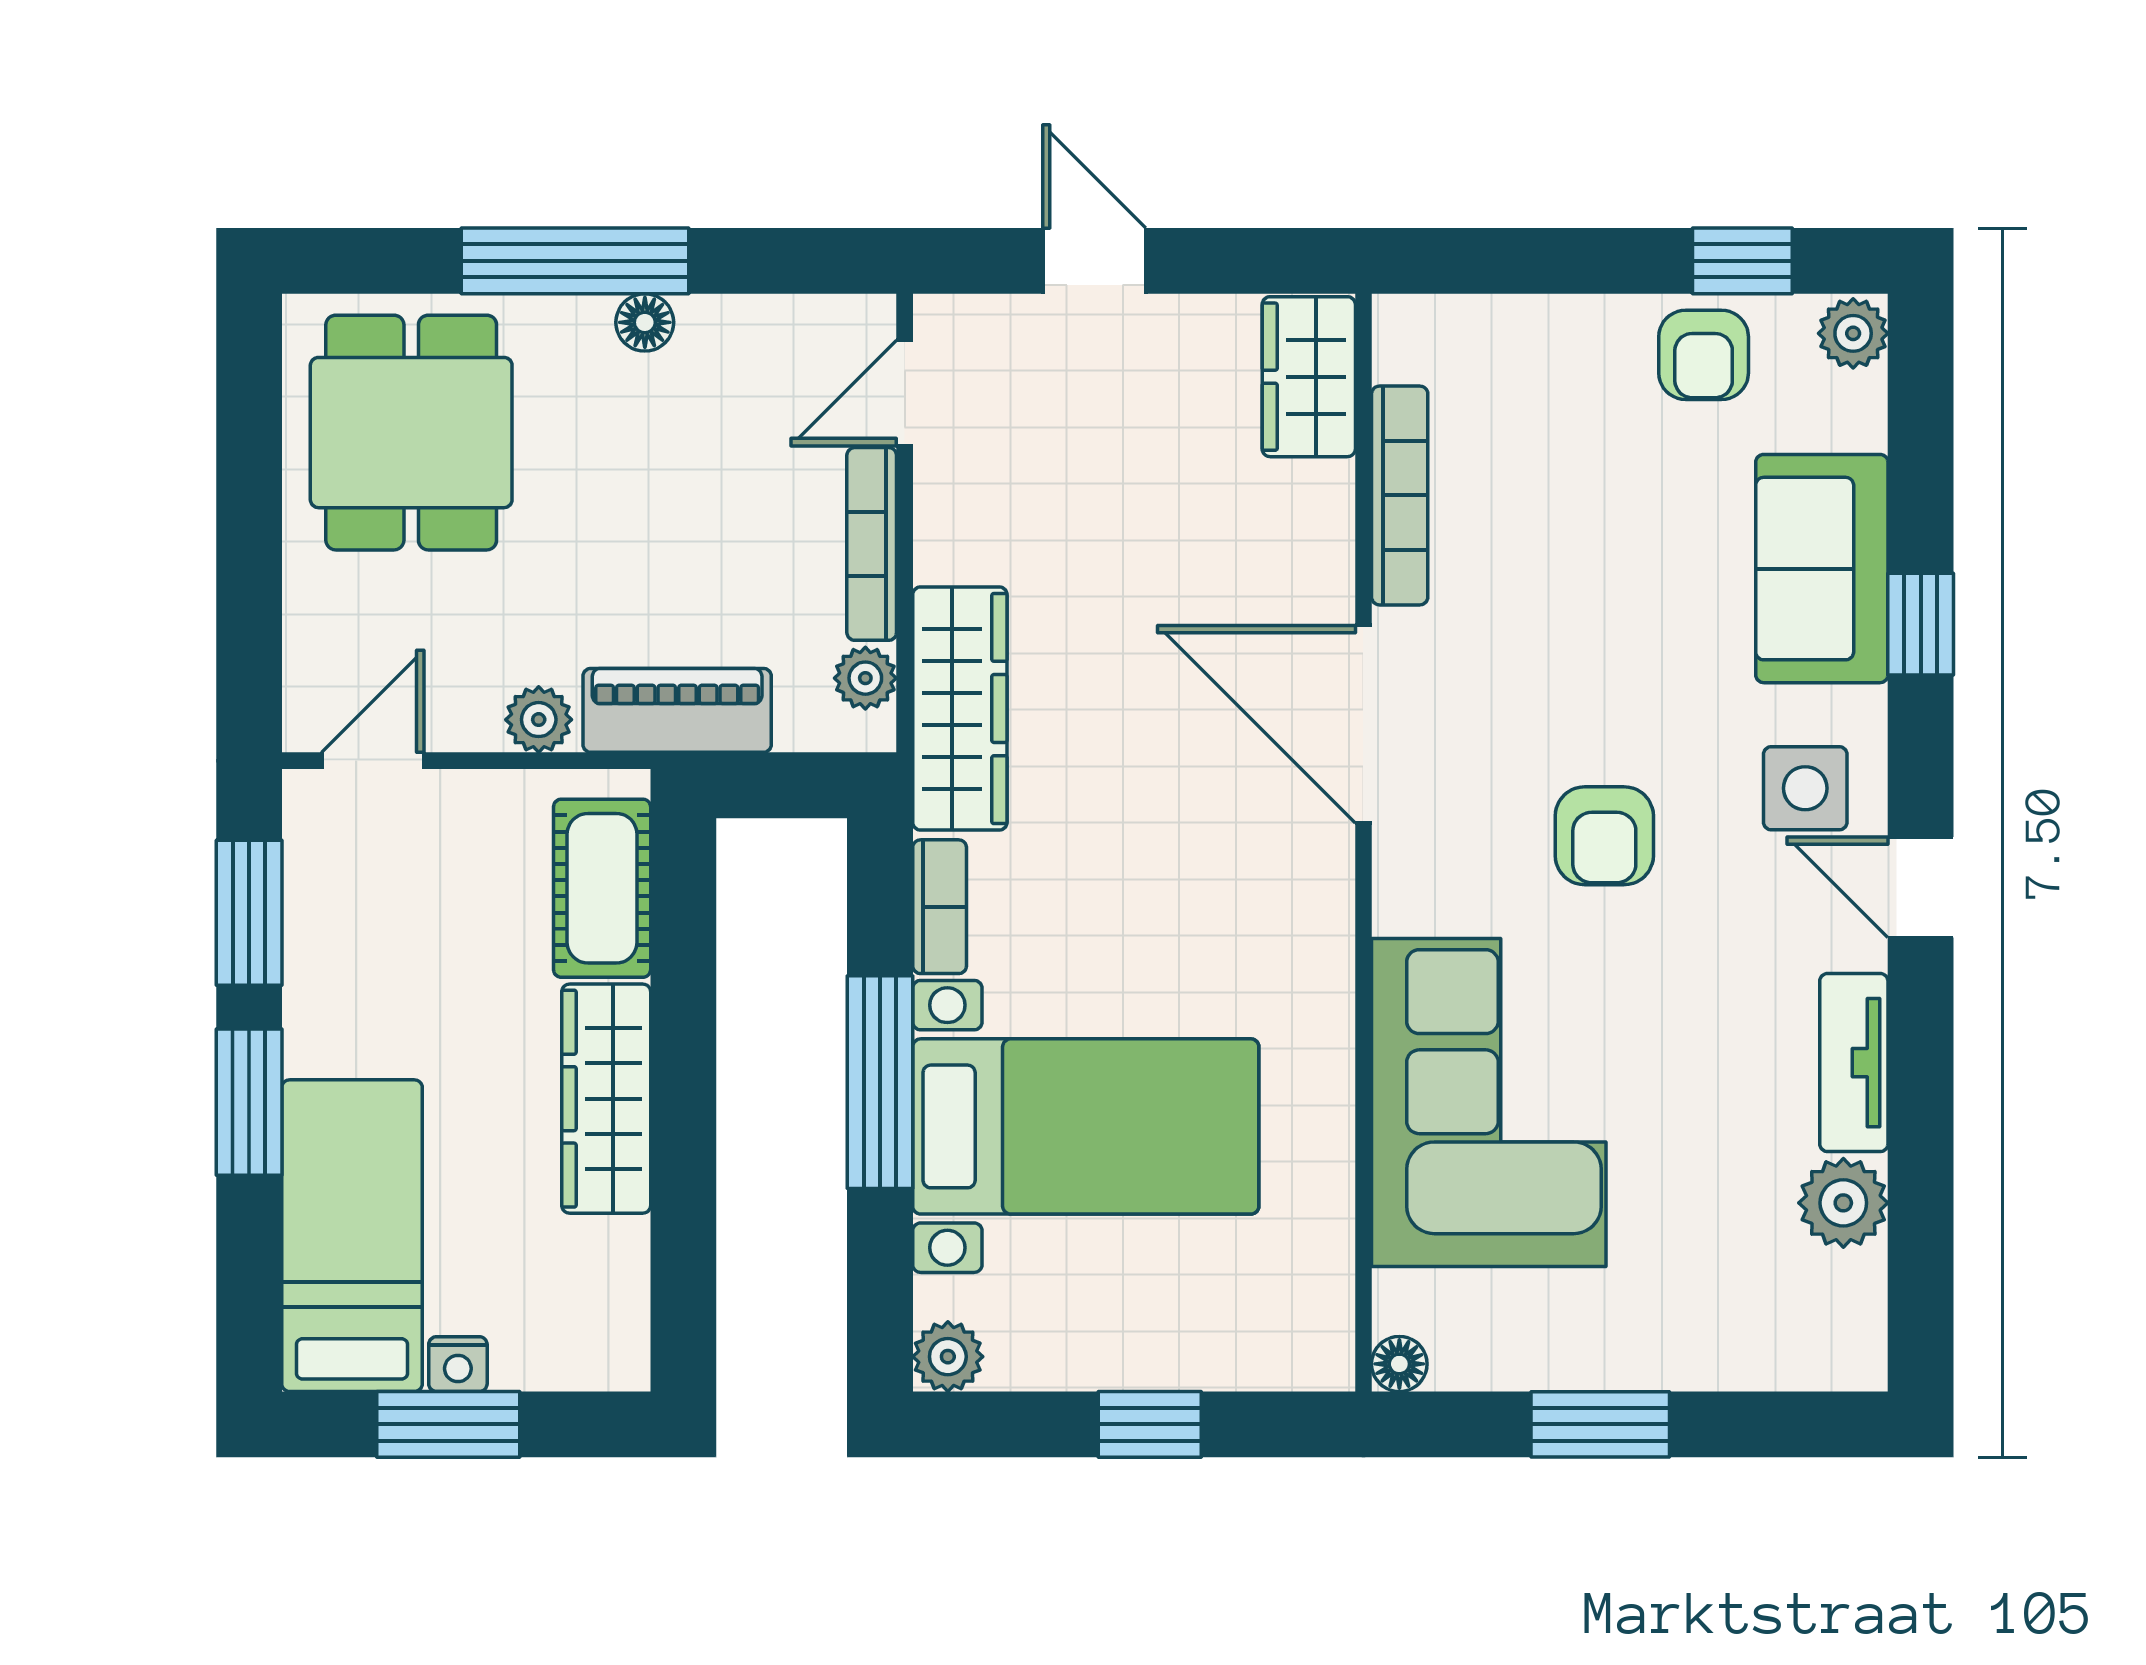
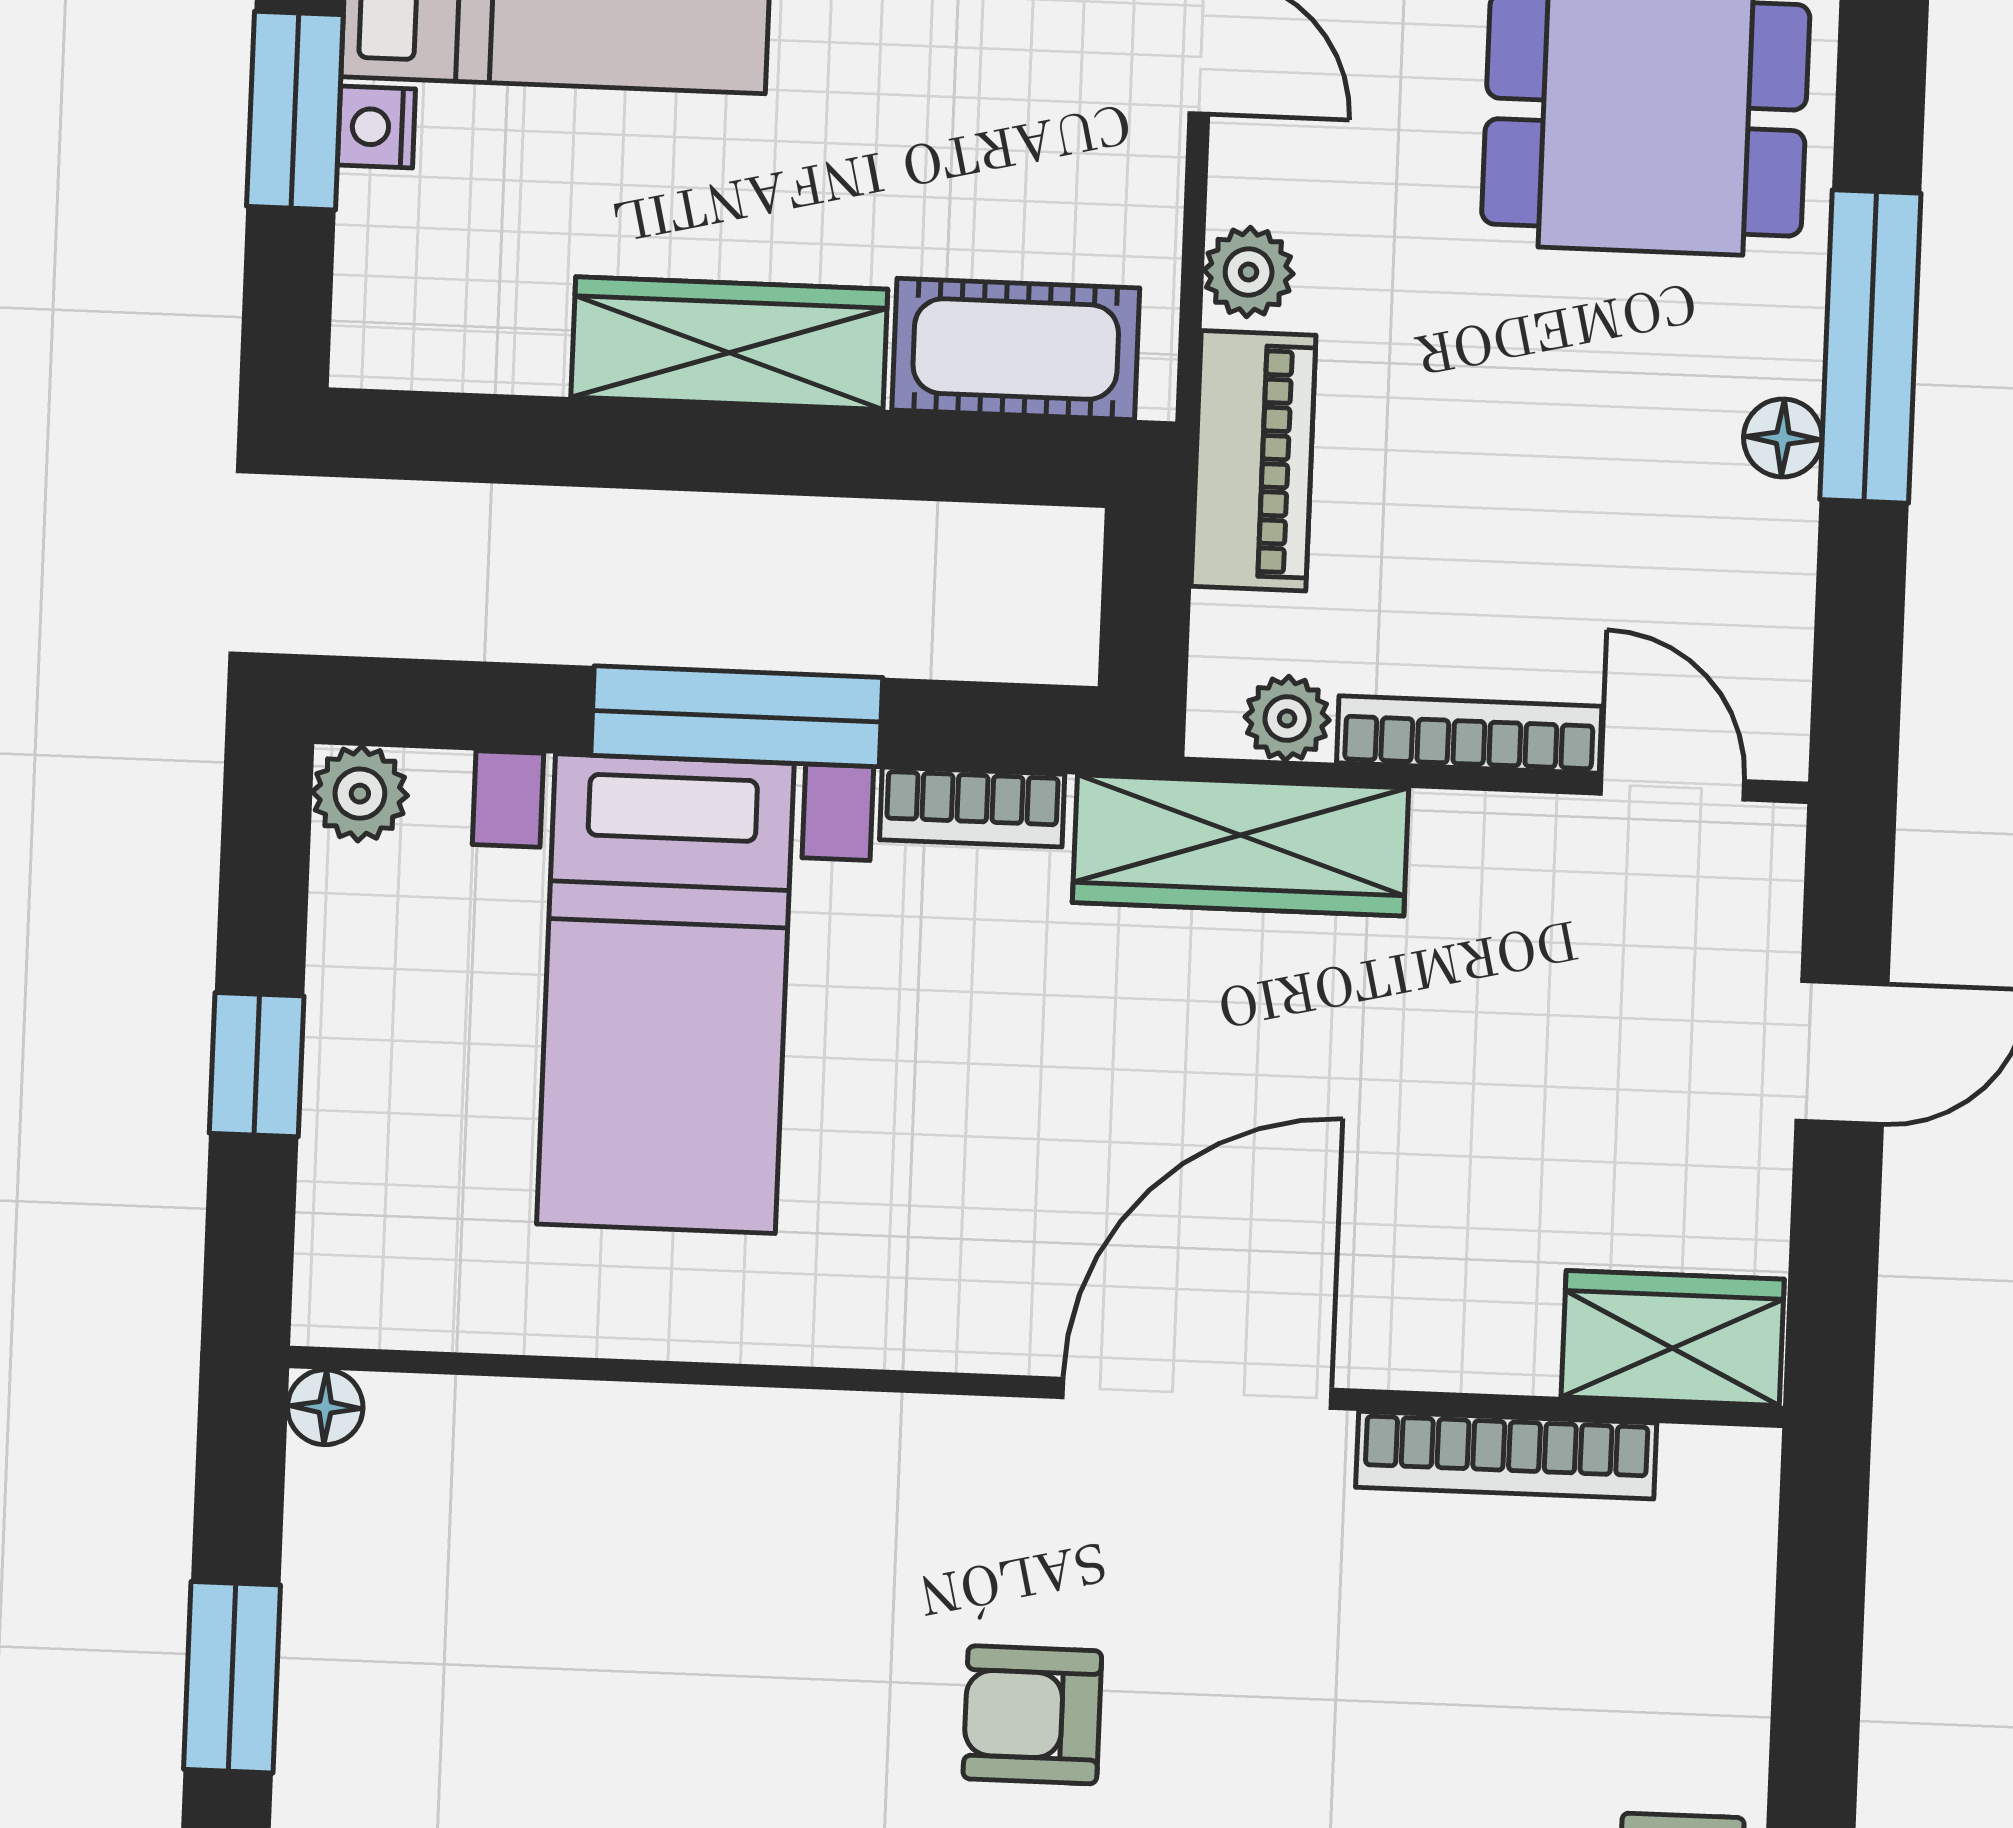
corner sofa: (1489, 1102) -> (676, 1543), removed

